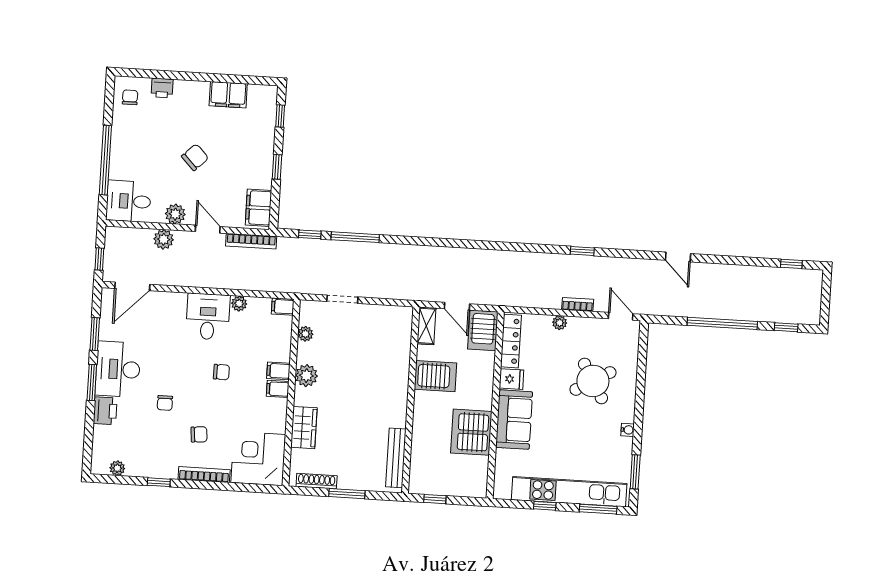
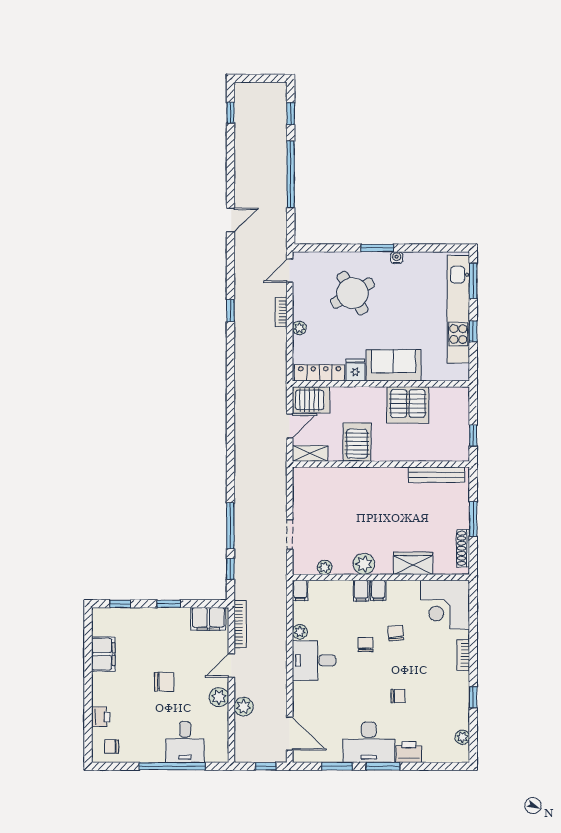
chair: (195, 157) -> (164, 682), turned 134
desk: (129, 201) -> (185, 742), moved
chair: (199, 434) -> (396, 633), moved
window: (635, 472) -> (377, 248), moved
bookcase: (204, 475) -> (463, 655), width x0.64

